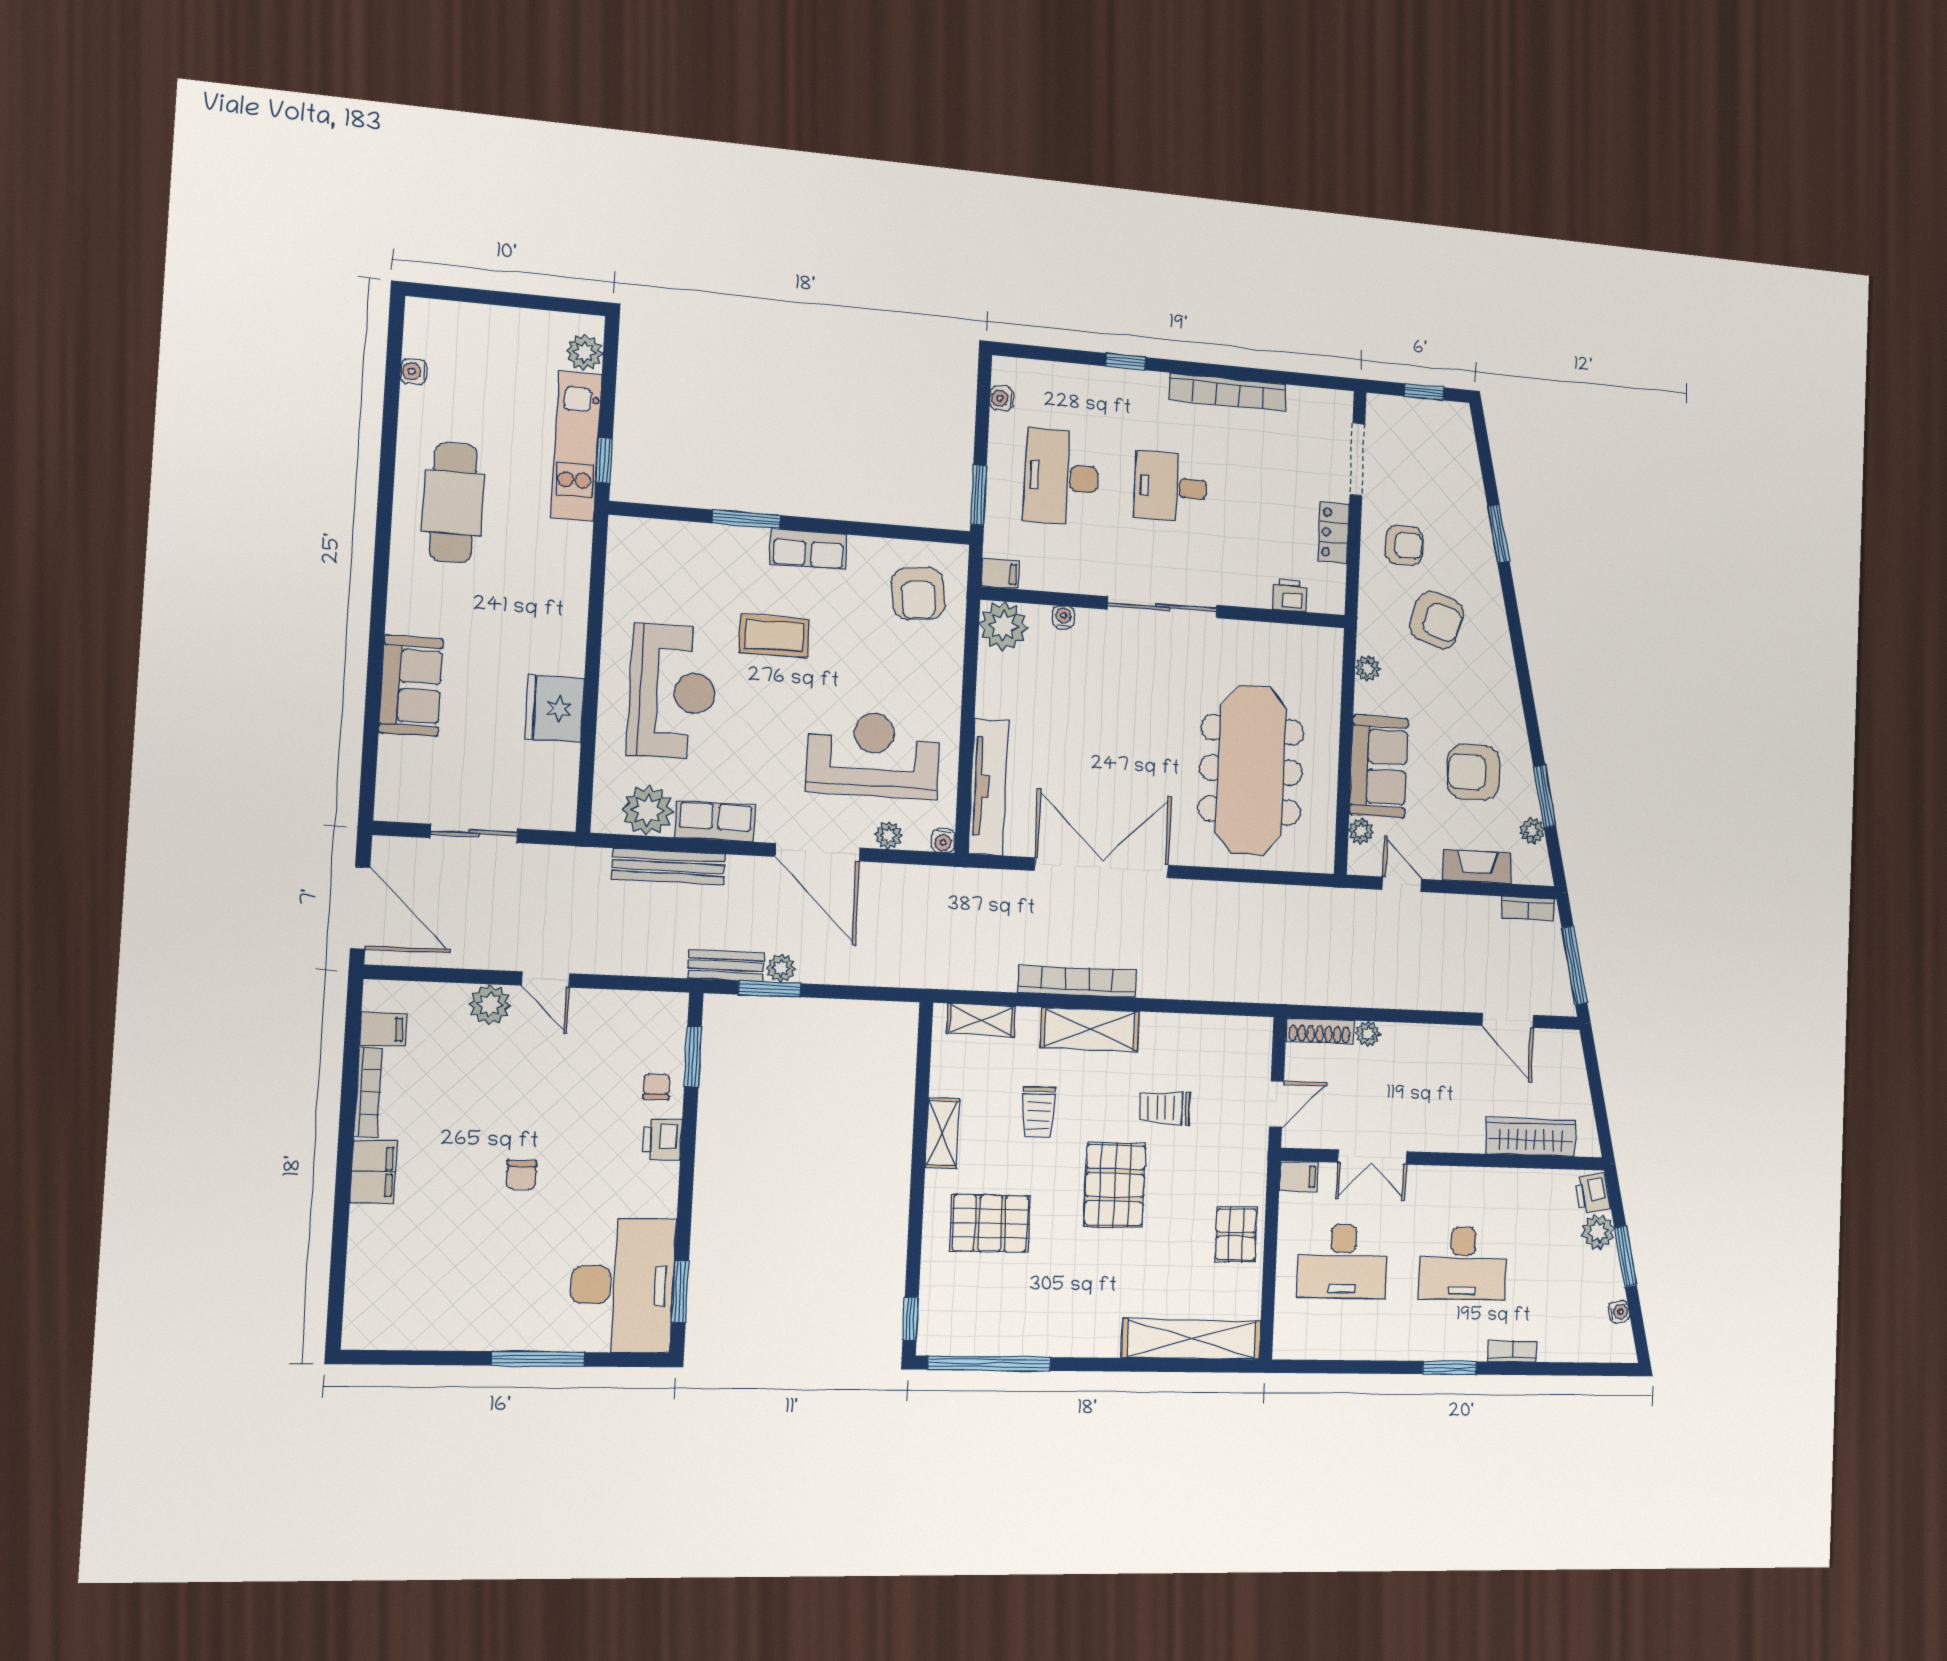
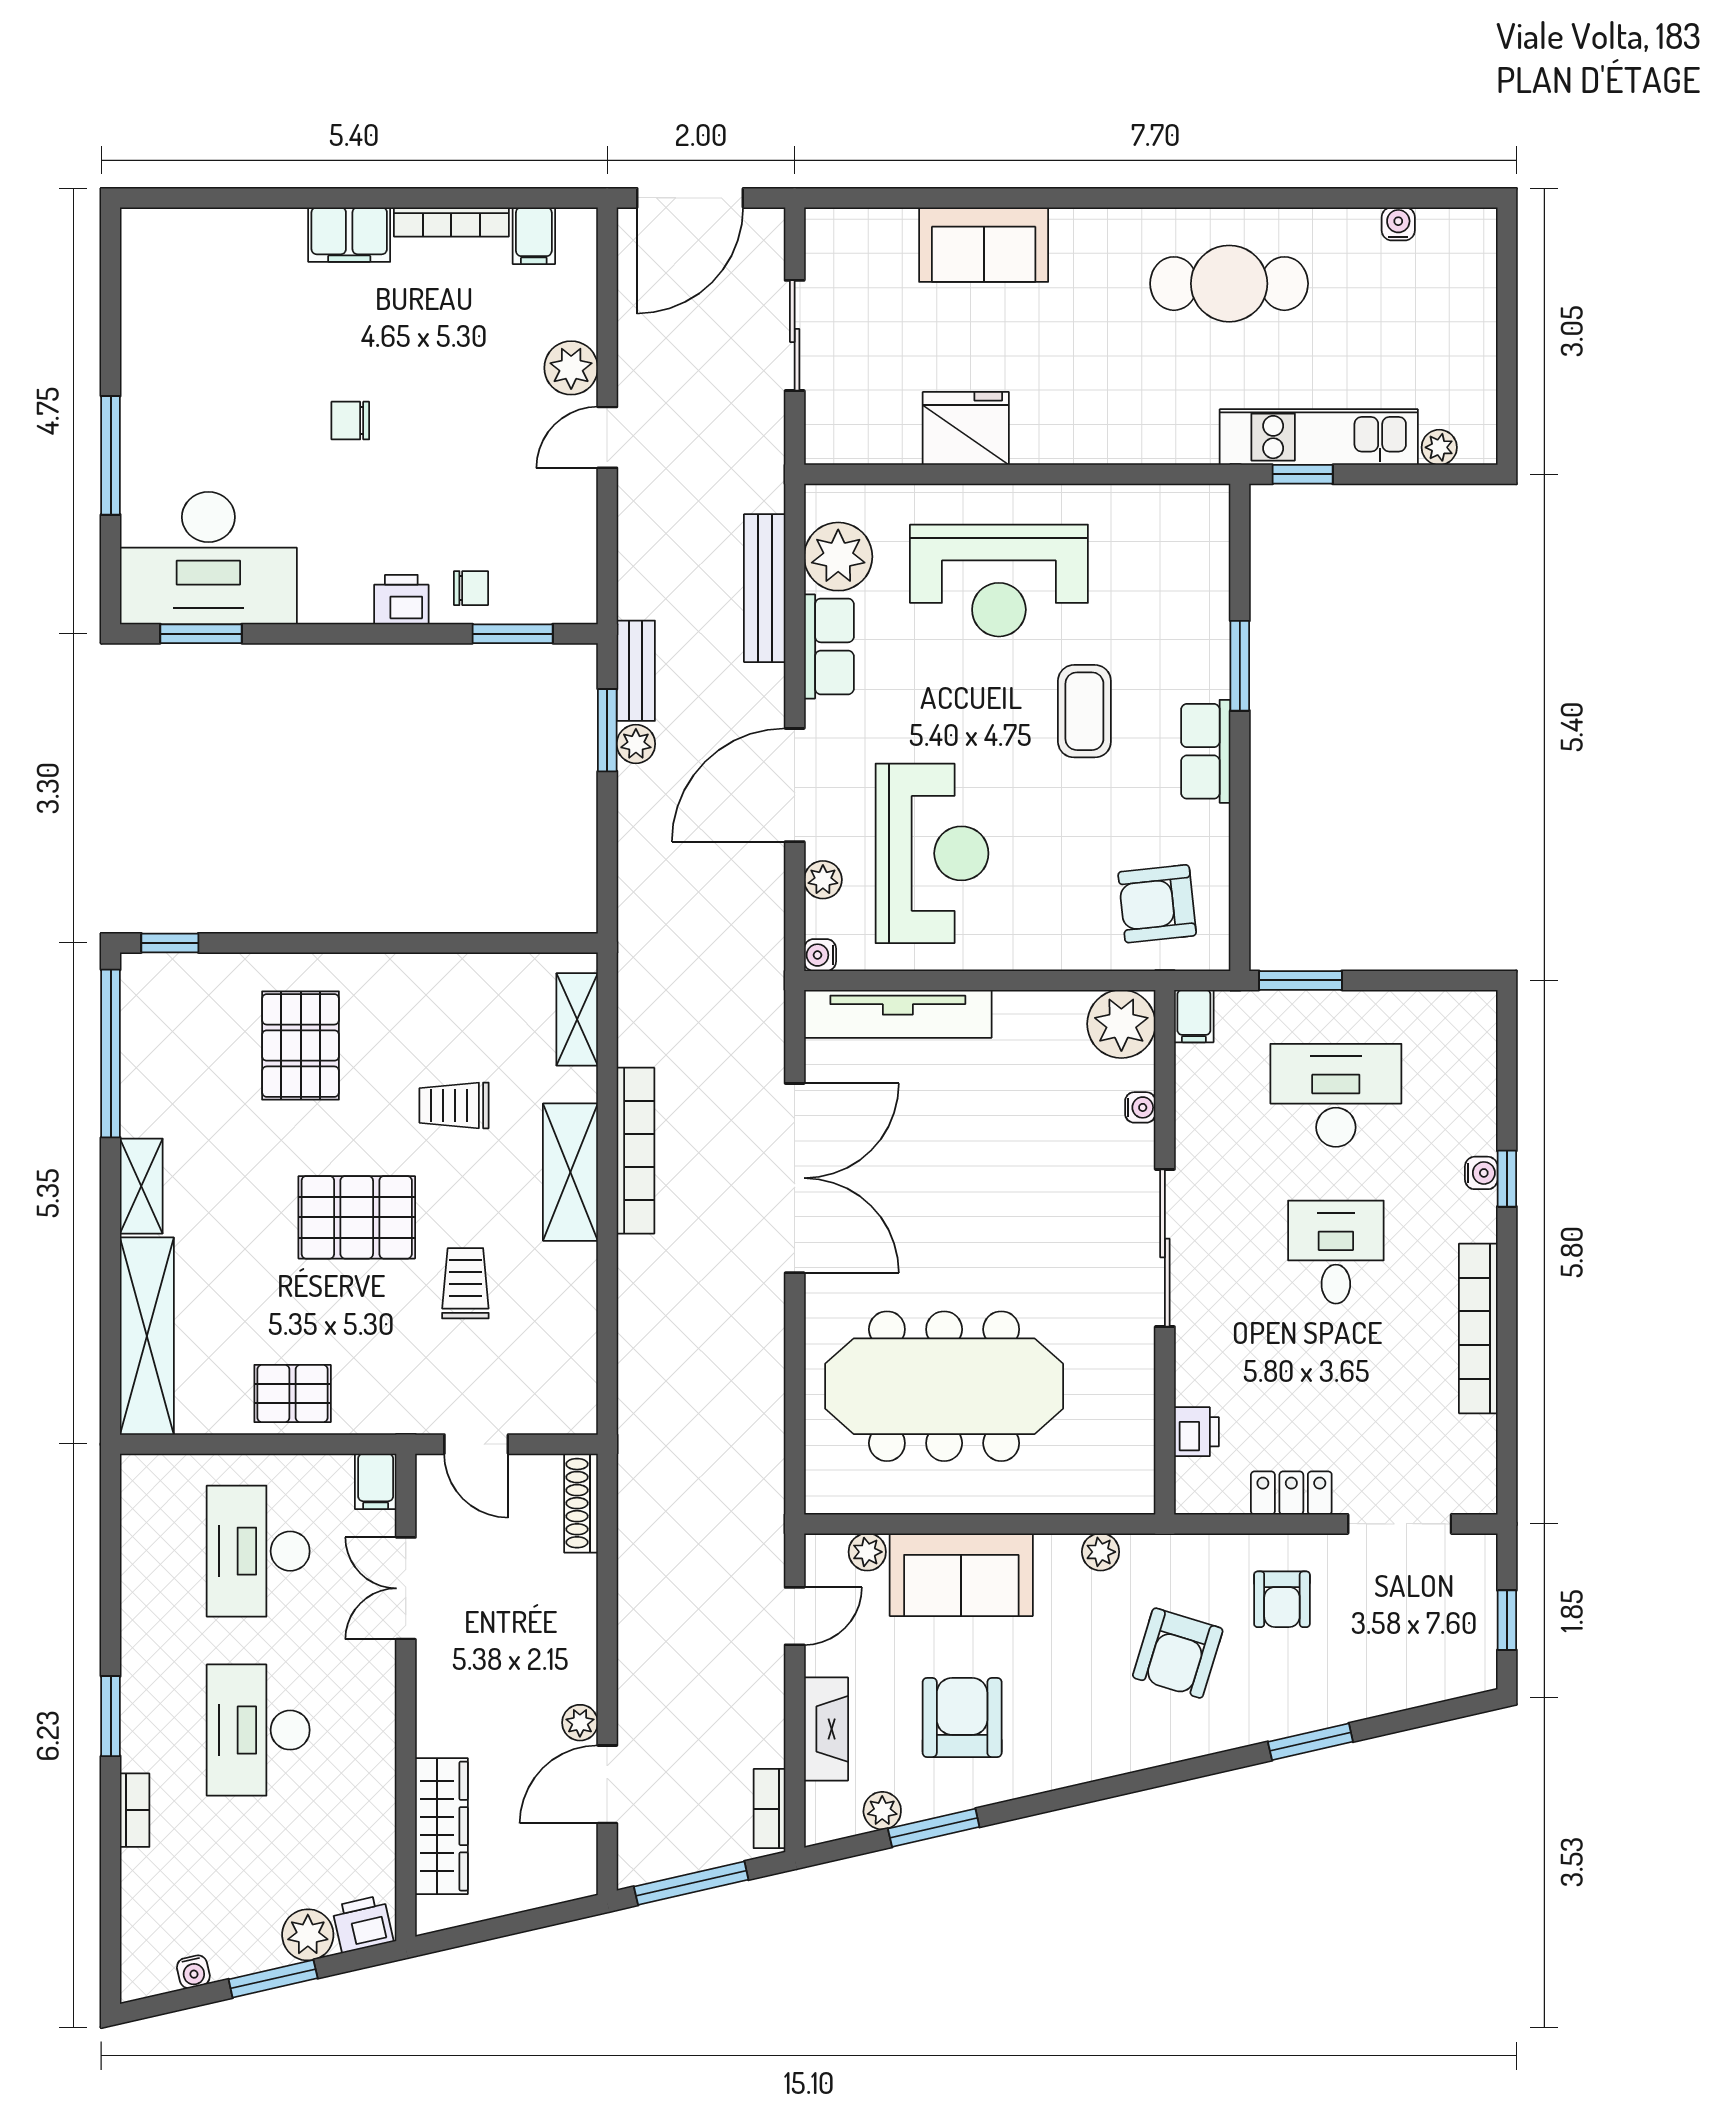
plant: (585, 352) -> (1439, 447), width x0.73, depth x0.73
water cooler: (1002, 398) -> (1481, 1173), moved, turned 90
plant: (1368, 1034) -> (580, 1723), moved
shelving: (942, 1133) -> (141, 1186), moved, turned 90

